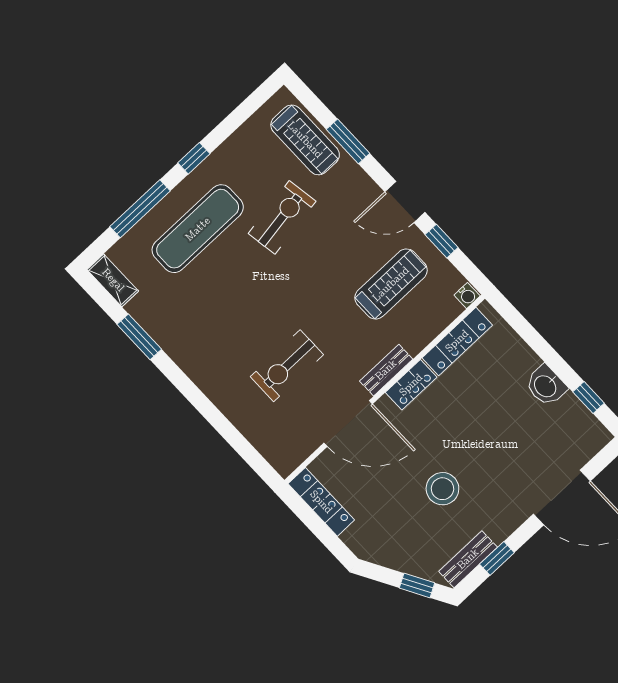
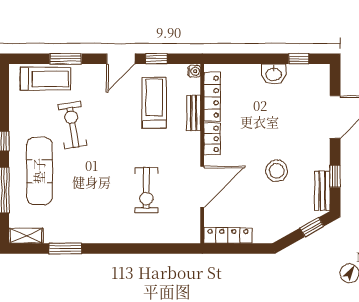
bench: (386, 370) -> (194, 113), moved

